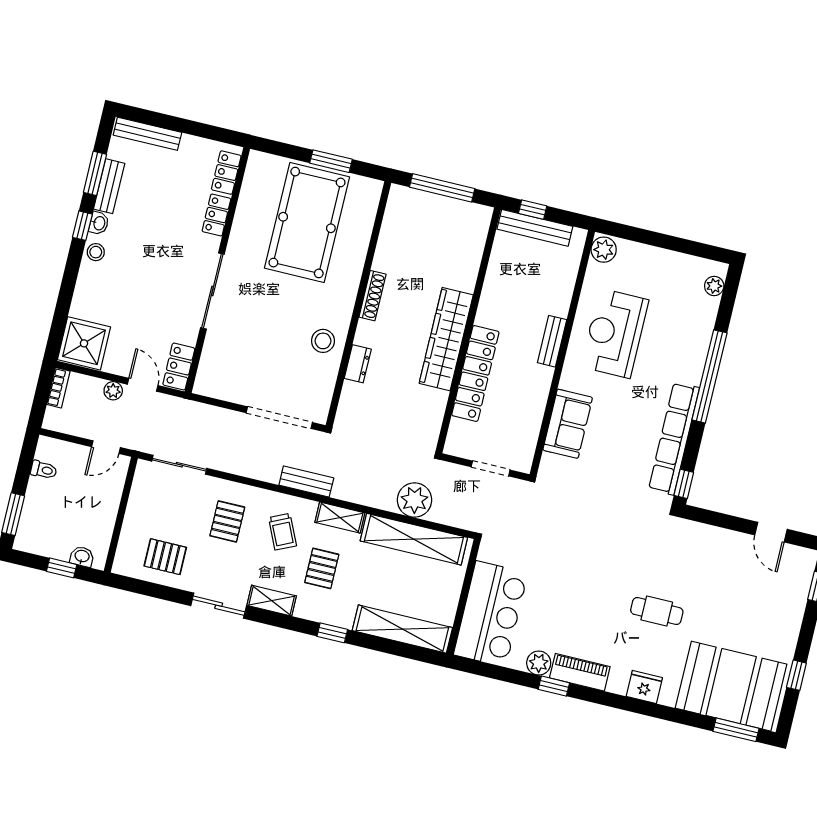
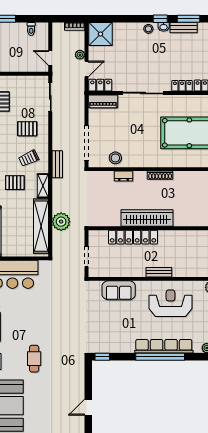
stool: (323, 341) -> (115, 158), moved
piano: (210, 369) -> (103, 101), added
row of seats: (674, 438) -> (164, 346), moved

